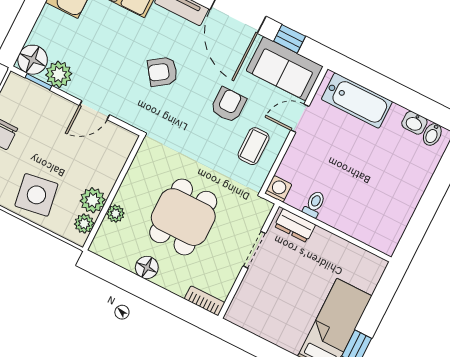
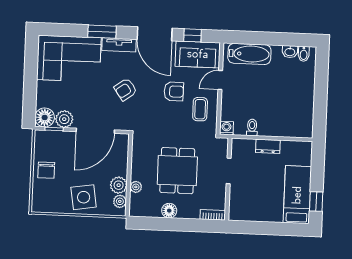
armchair: (228, 105) -> (174, 91), turned 90
door: (94, 110) -> (95, 131), width x1.87
dresser: (295, 225) -> (268, 146), moved

